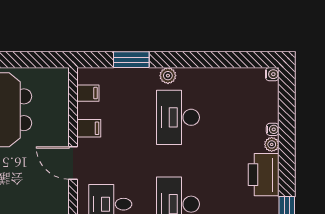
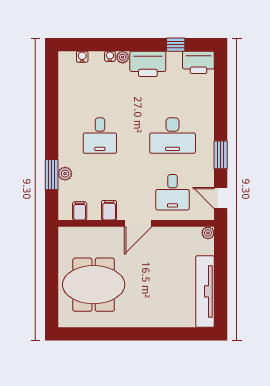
water cooler: (272, 74) -> (82, 57), moved
plant: (168, 76) -> (65, 174), moved
desk: (178, 117) -> (100, 136), width x0.73

